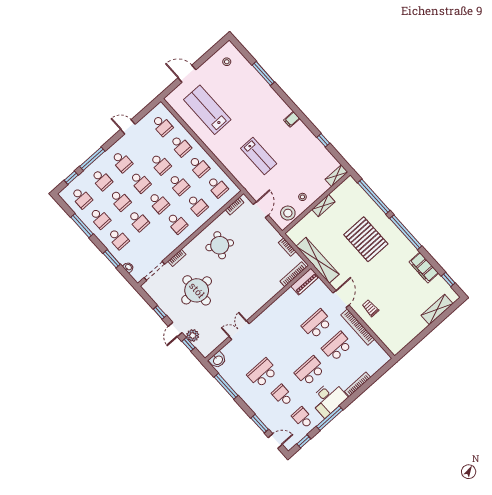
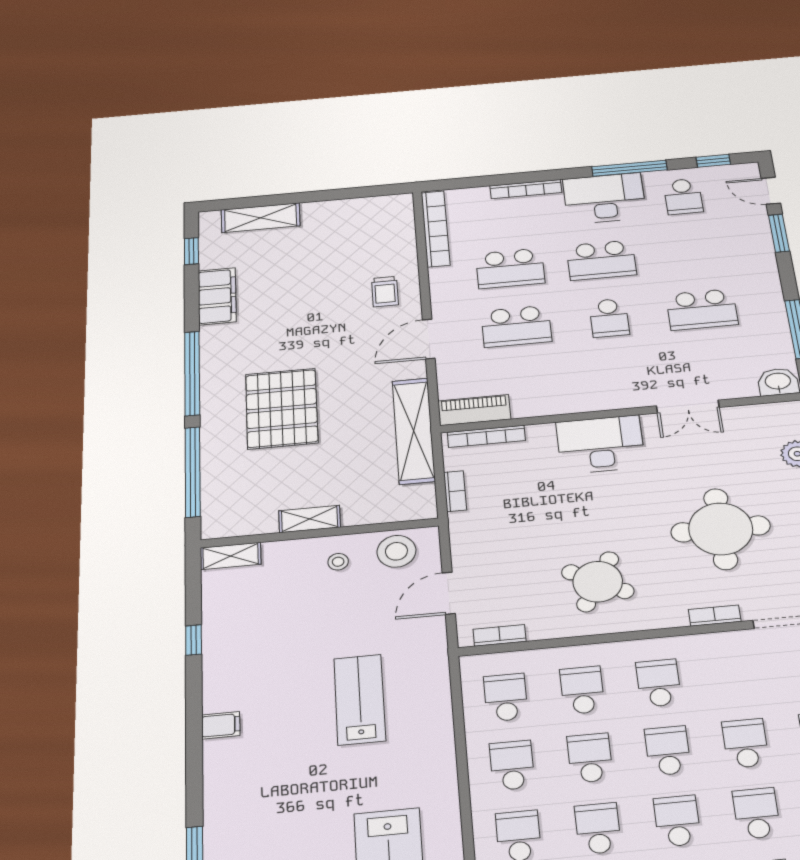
desk: (256, 296) -> (601, 444), added
bookcase: (358, 327) -> (436, 229), moved
school desk: (282, 395) -> (609, 318), moved

